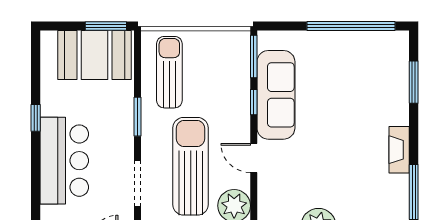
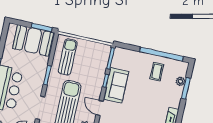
coffee table: (350, 62) -> (157, 72), added
plant: (400, 71) -> (180, 81), added
sofa: (276, 95) -> (116, 85), width x0.73

